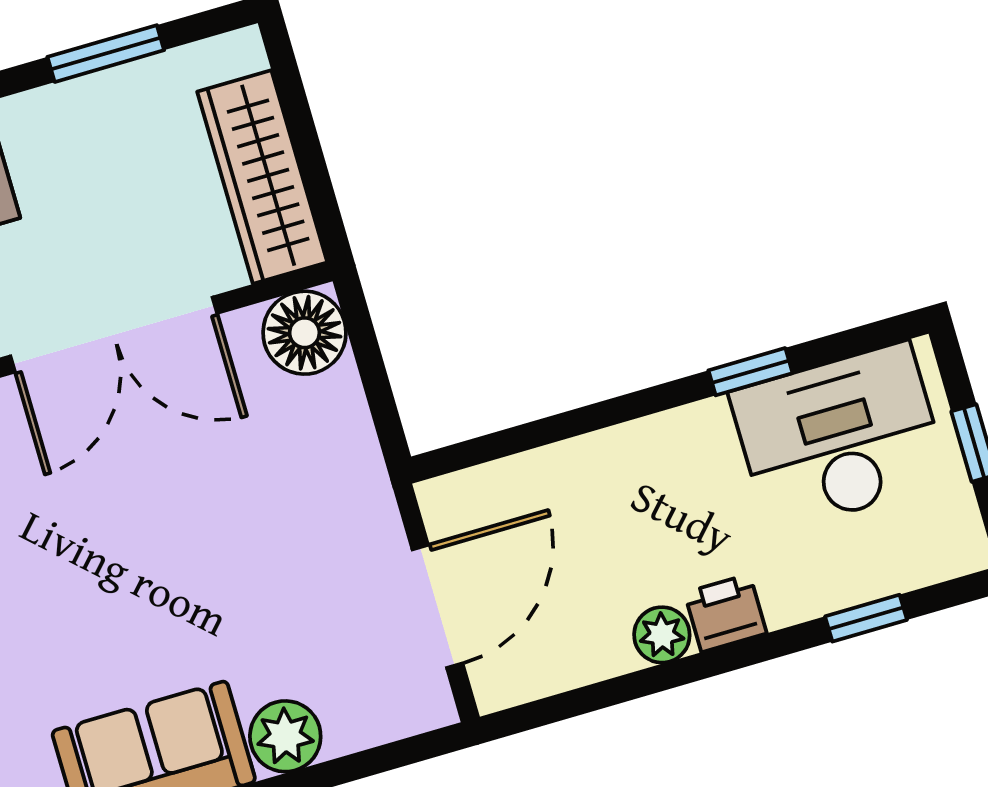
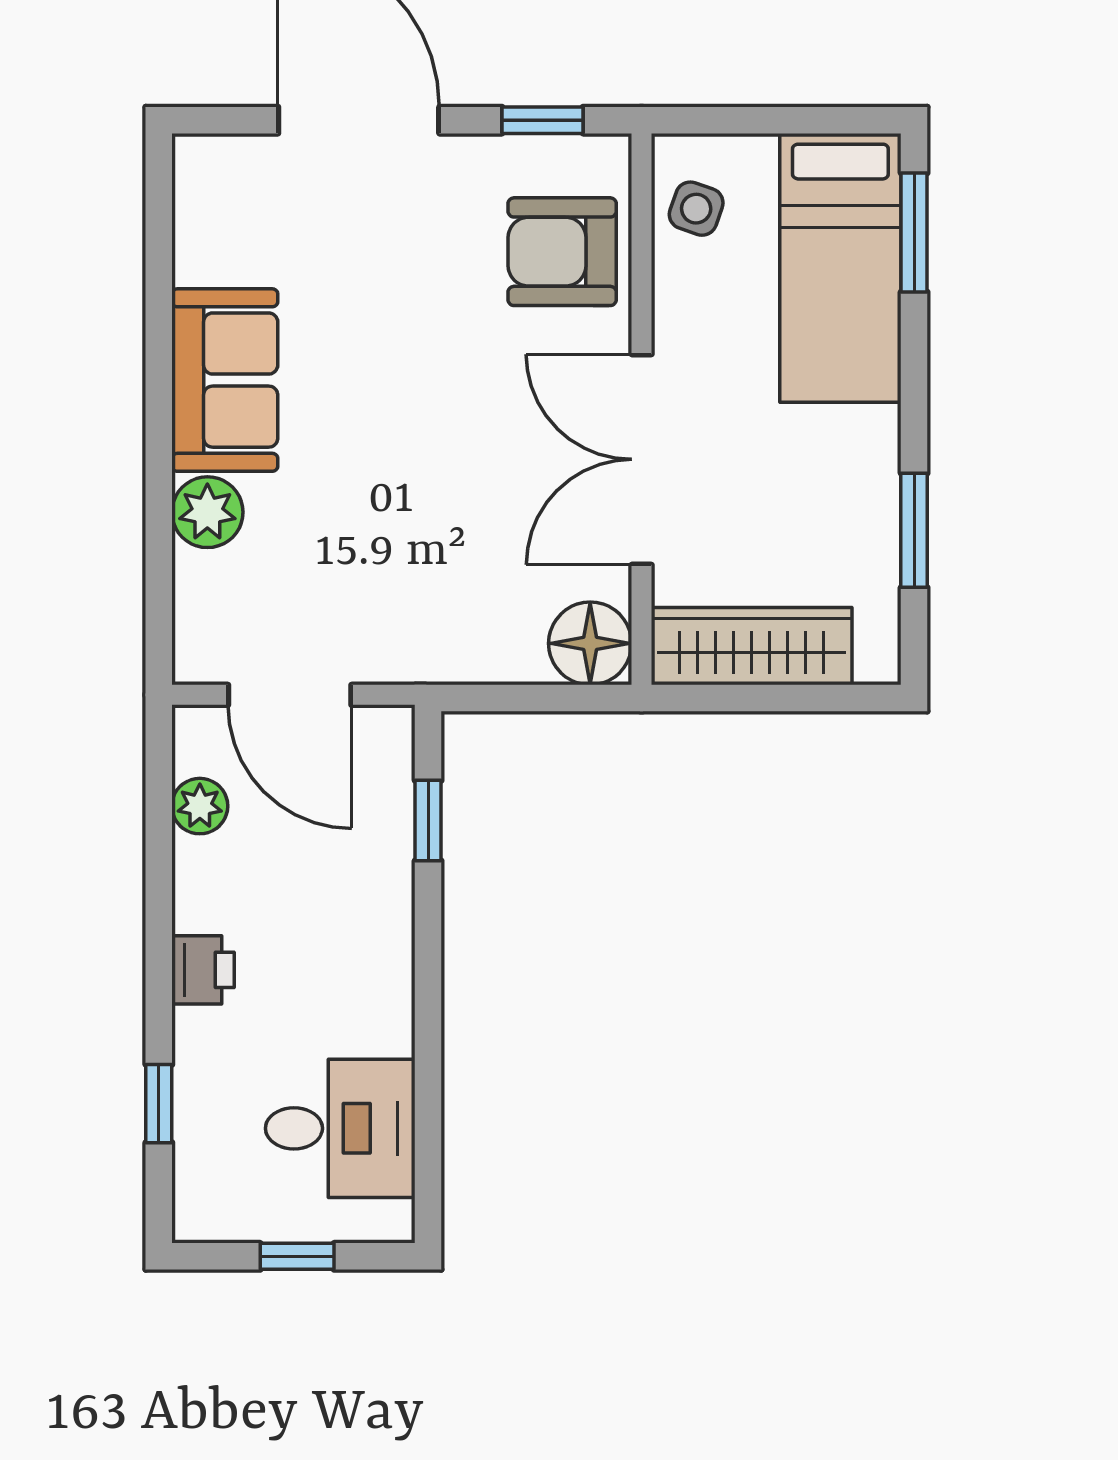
window: (750, 372) -> (428, 821), moved
desk: (839, 437) -> (340, 1128), width x0.73
plant: (662, 635) -> (200, 806), moved

